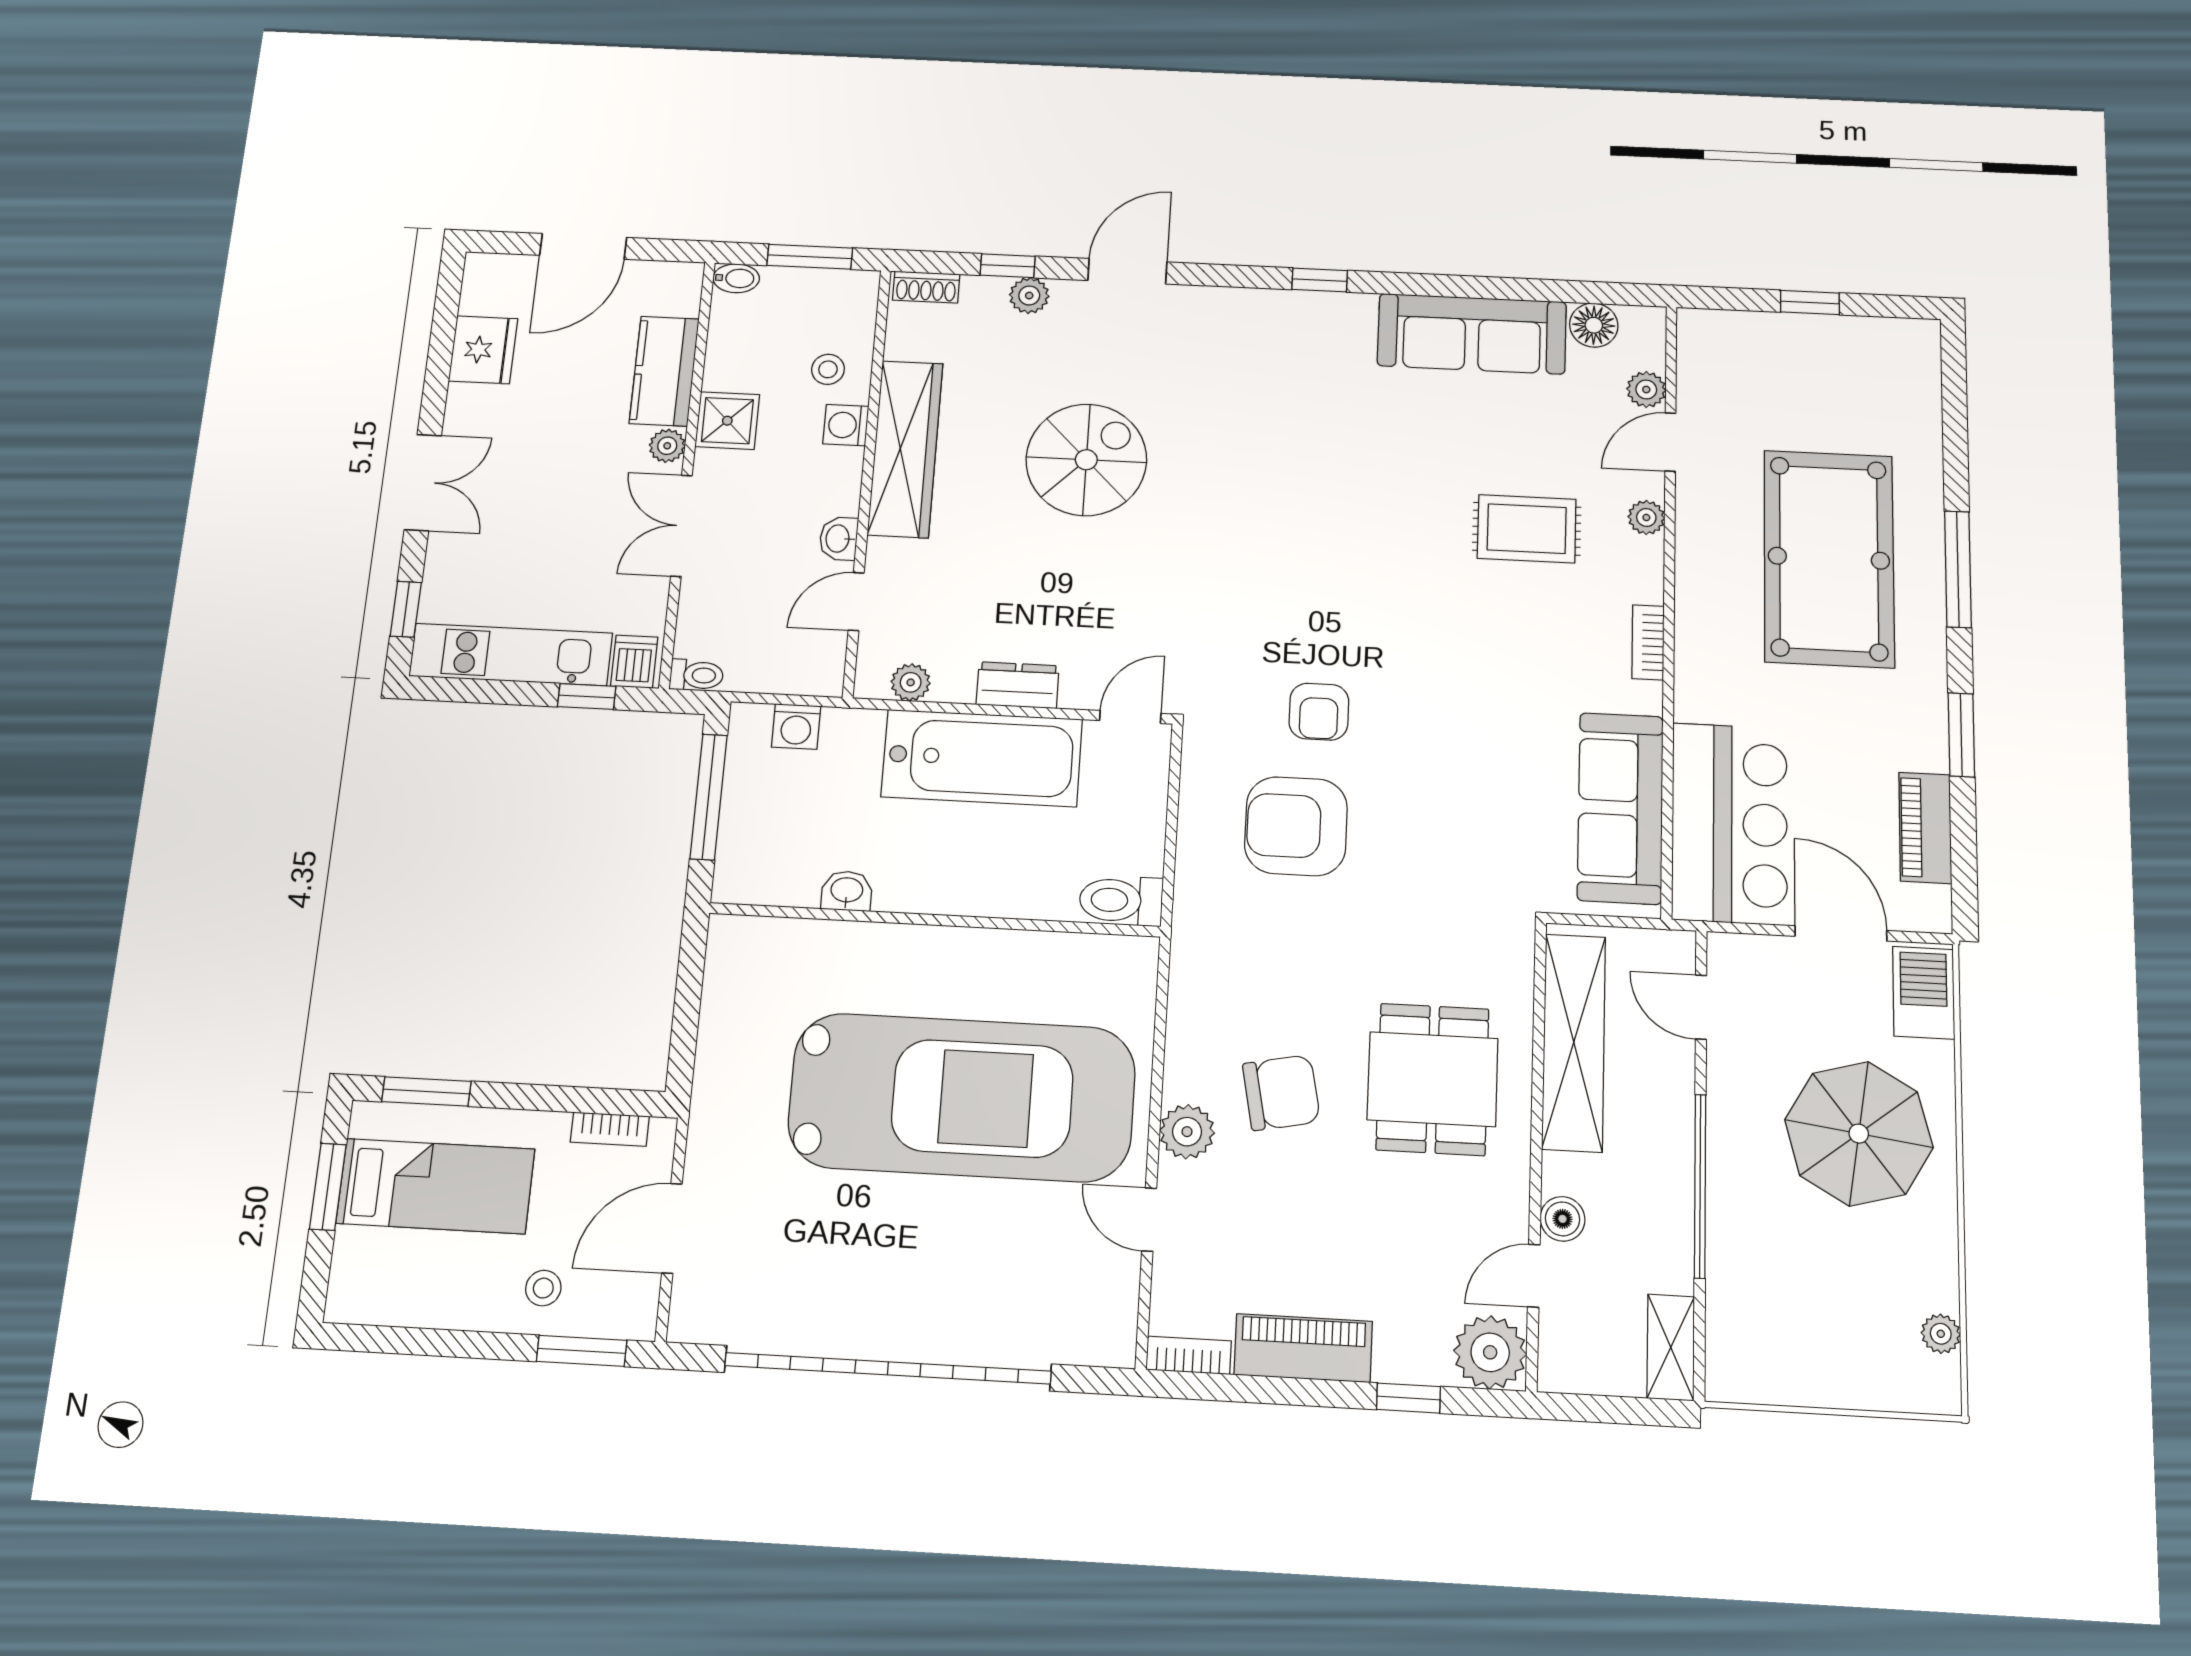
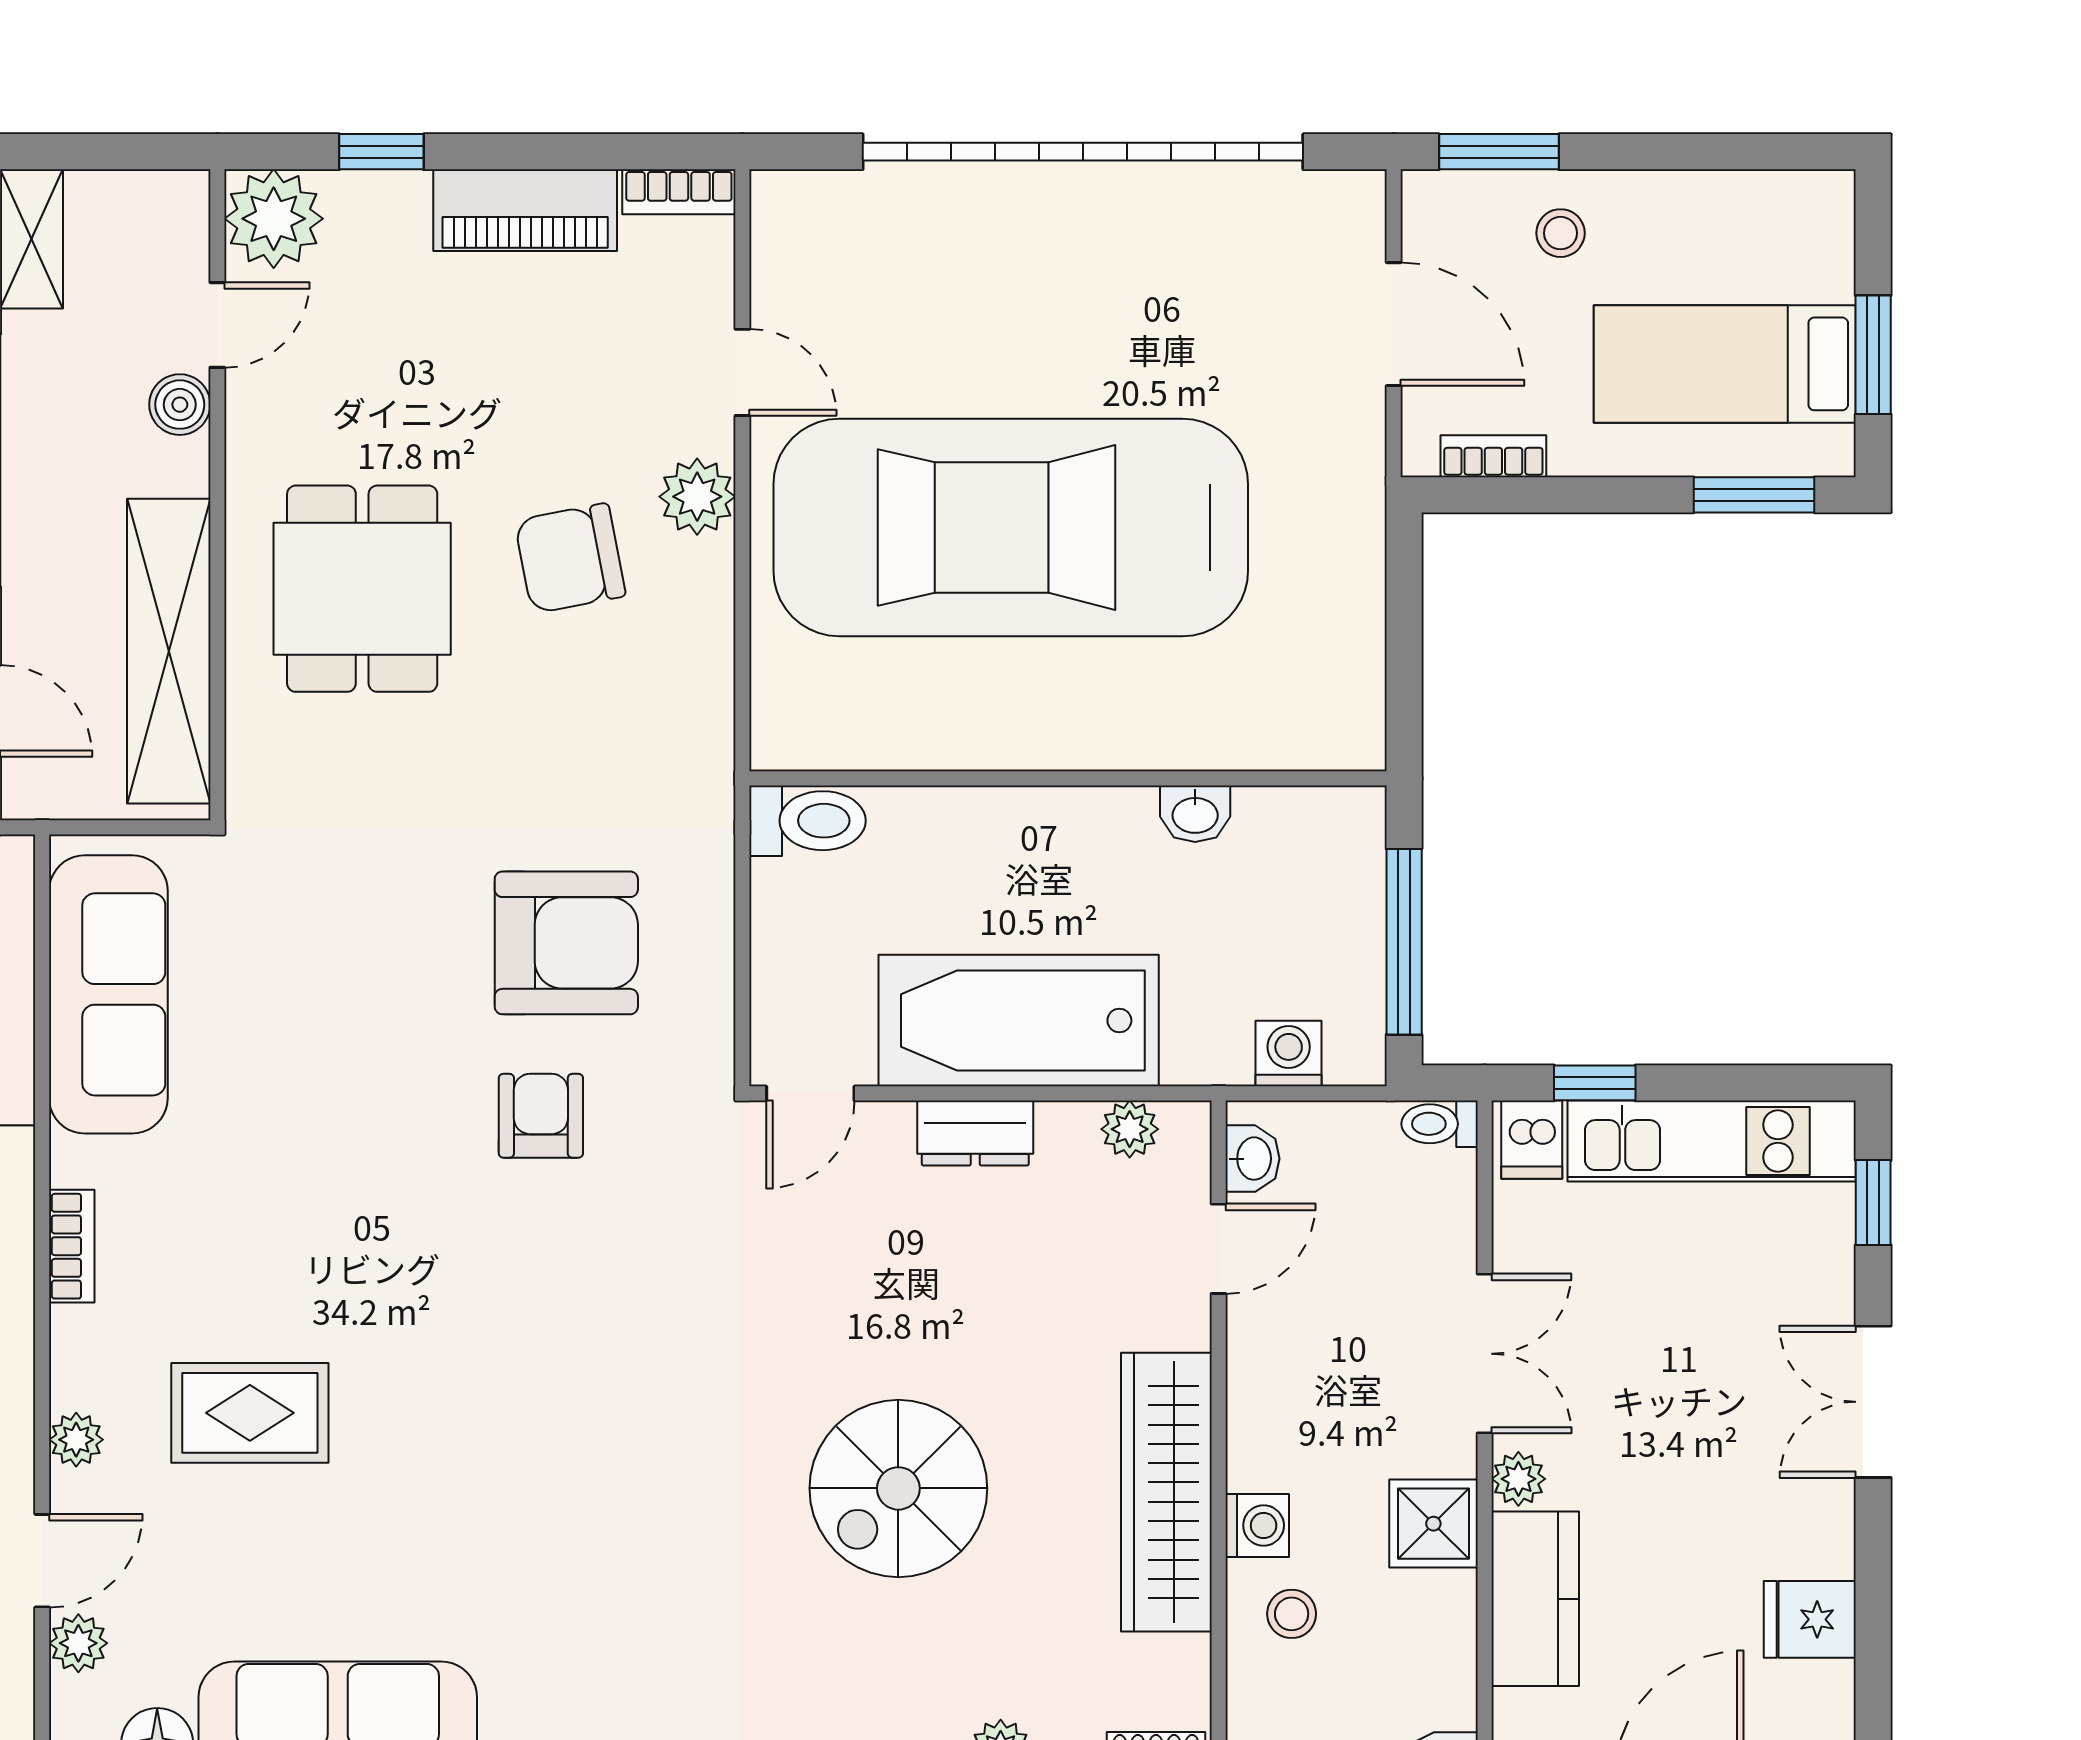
fridge: (483, 350) -> (1810, 1619), width x0.72
washbasin: (839, 539) -> (1252, 1159), moved
door: (672, 1228) -> (1394, 324), hinge flipped

